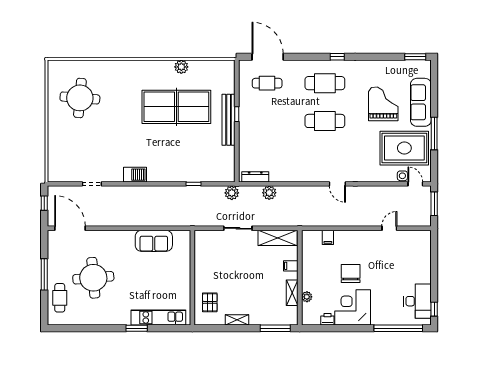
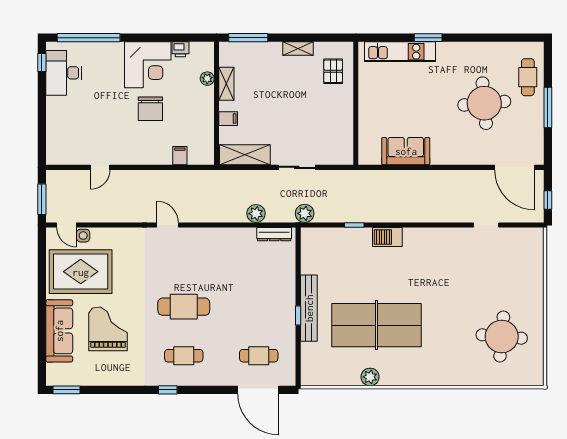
cafe table: (325, 83) -> (184, 356), width x0.73, depth x0.74
grand piano: (383, 104) -> (108, 329), turned 180
window: (434, 134) -> (42, 290), removed
barbecue: (135, 175) -> (387, 237), moved

